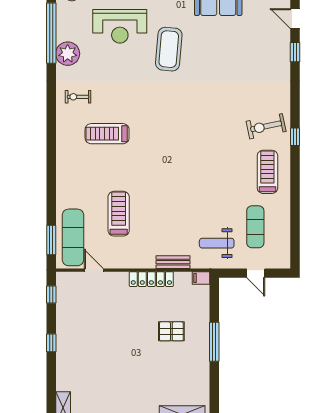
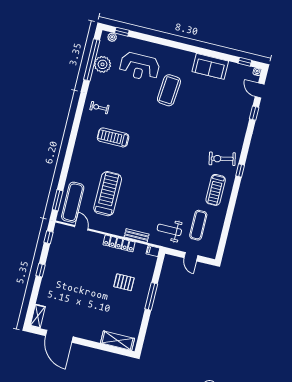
plant: (68, 54) -> (103, 64), moved
treadmill: (267, 172) -> (216, 190), turned 180
treadmill: (119, 214) -> (108, 194), width x1.37, depth x1.38

